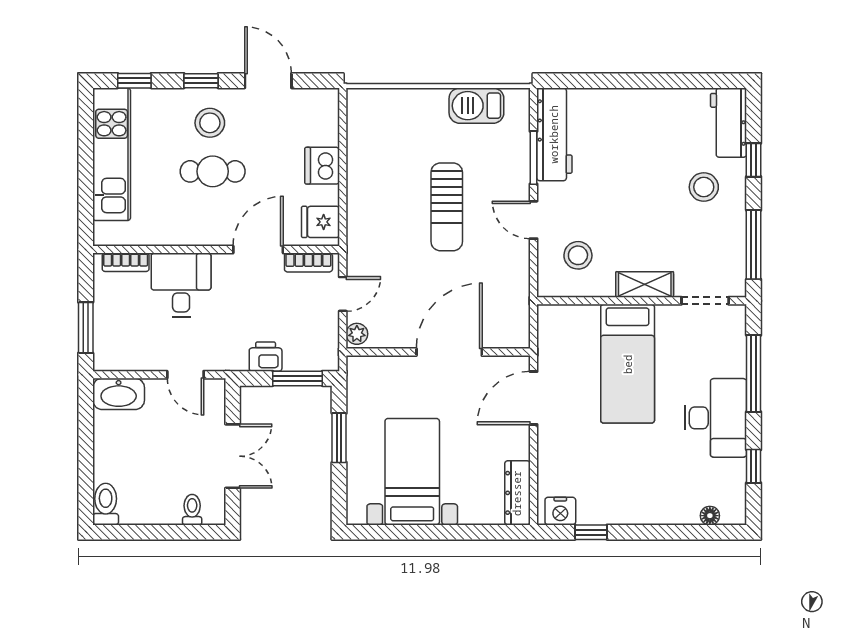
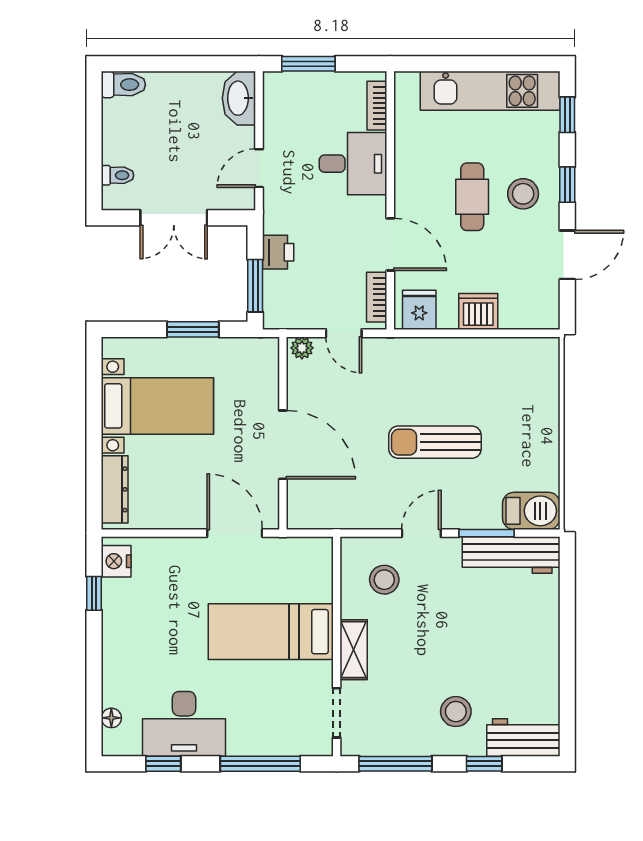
barbecue: (476, 106) -> (531, 511), moved, turned 90
desk: (715, 418) -> (184, 724), moved
dresser: (517, 493) -> (115, 489), moved, turned 90

